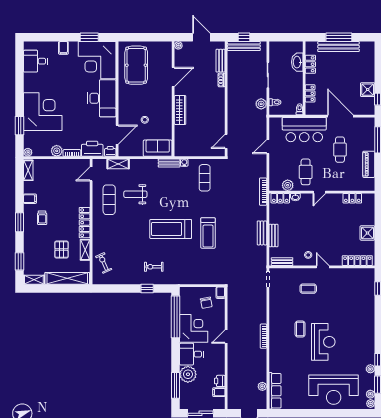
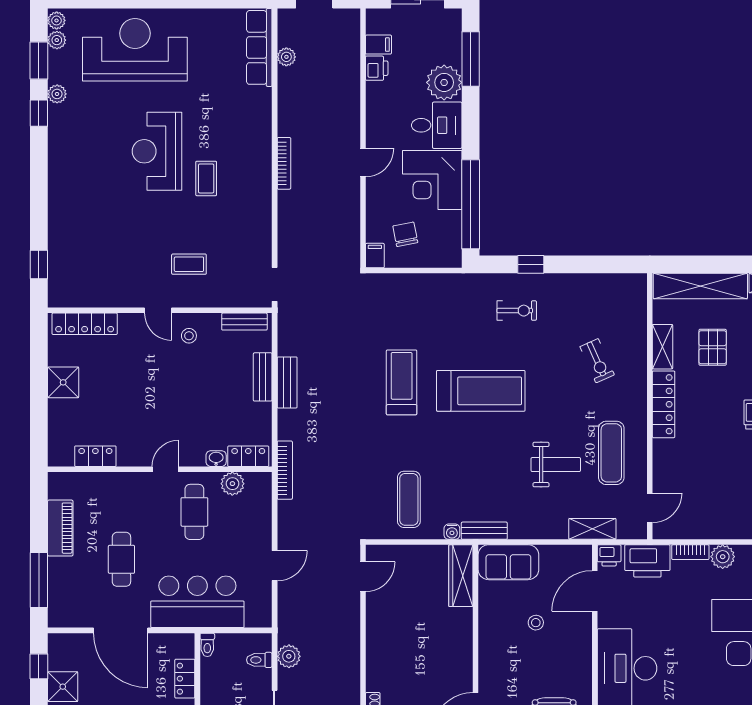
wardrobe: (180, 110) -> (461, 576), moved
exercise bike: (104, 263) -> (597, 361), moved

